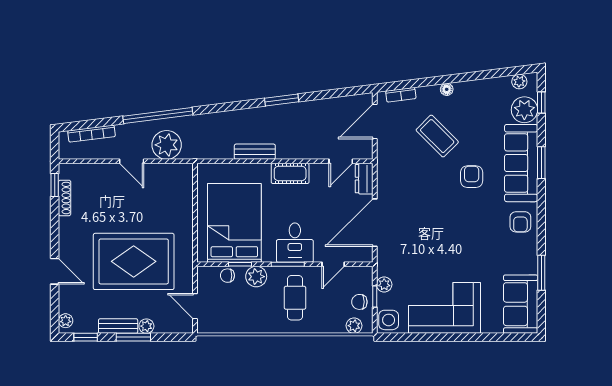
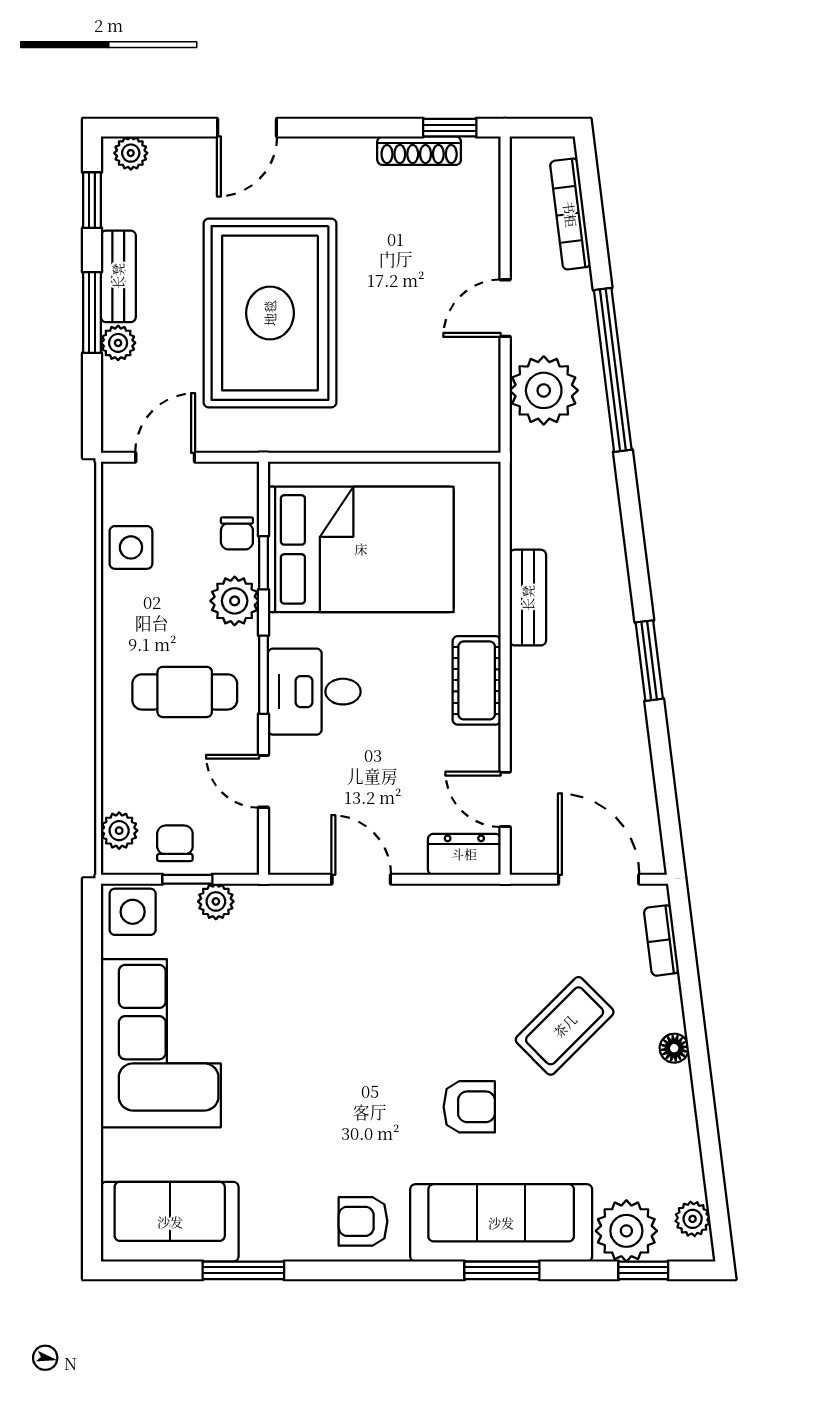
door: (375, 223) -> (361, 879), width x0.53
chair: (227, 276) -> (237, 533), turned 180
side table: (233, 321) -> (131, 547), added

